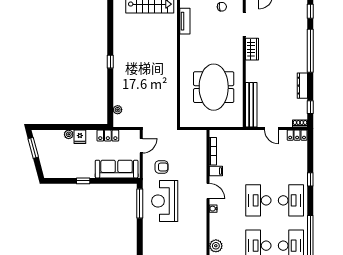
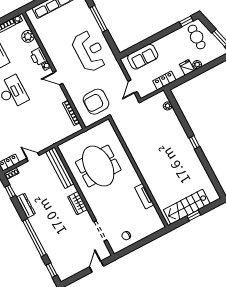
tv unit: (185, 21) -> (144, 196), moved
wardrobe: (252, 49) -> (77, 203), moved
cafe table: (55, 161) -> (197, 37), added
armchair: (162, 167) -> (96, 102), moved, width x1.88, depth x1.88
sofa: (117, 169) -> (143, 57), width x0.73
filing cabinet: (216, 171) -> (60, 98), removed
window: (83, 181) -> (186, 21), moved
window: (140, 204) -> (99, 19), moved
printer: (216, 221) -> (38, 57), added

